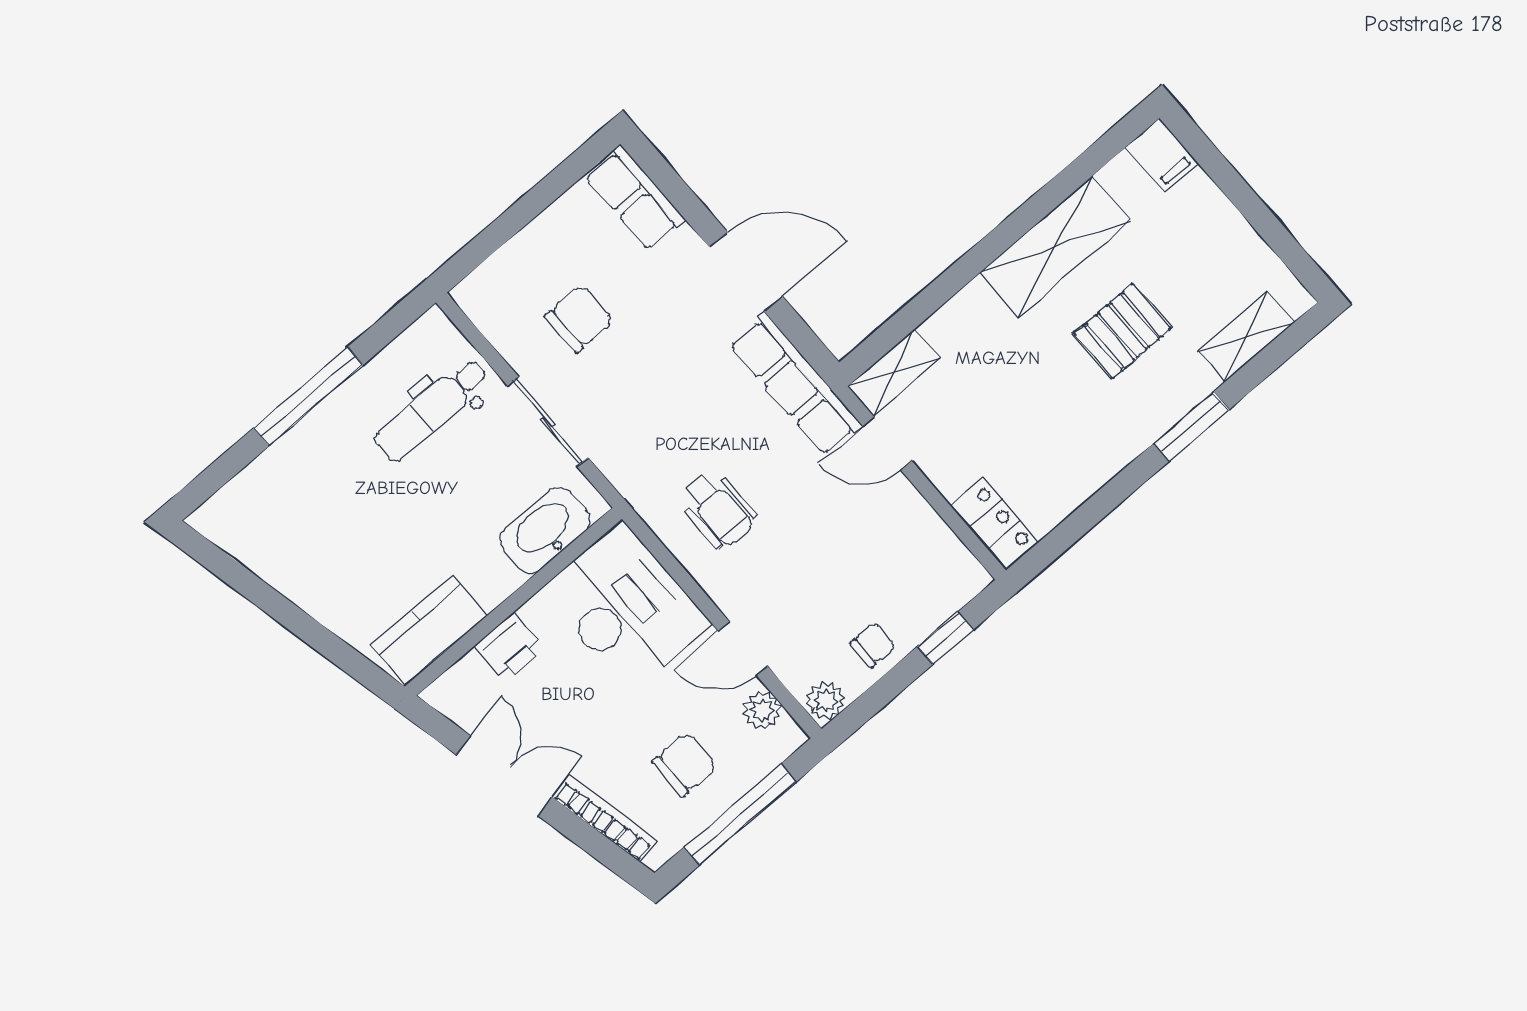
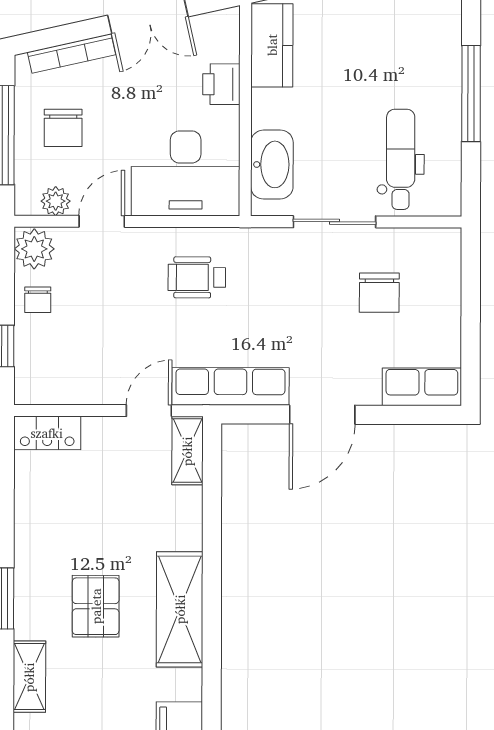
plant: (826, 701) -> (34, 249), width x1.38, depth x1.38

